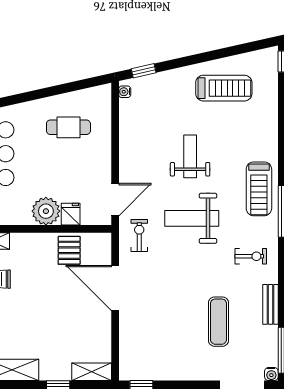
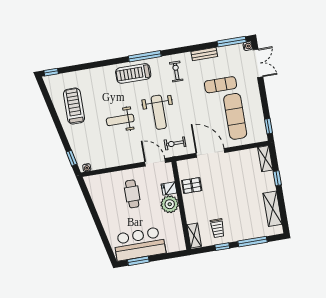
cafe table: (68, 127) -> (132, 194), moved
treadmill: (259, 189) -> (133, 73), turned 180
door: (115, 288) -> (210, 153), swing flipped
exercise mat: (165, 336) -> (235, 116), added

